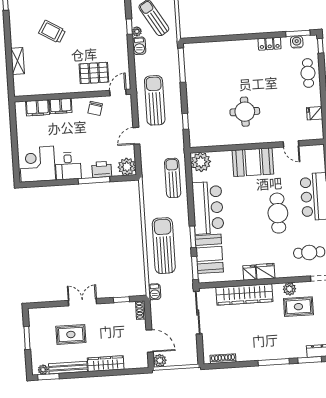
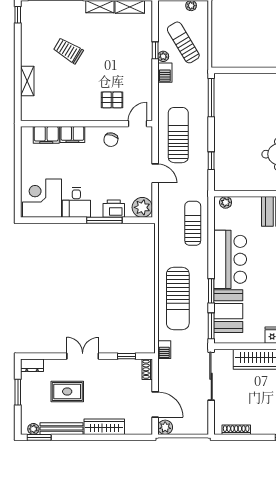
pallet: (94, 73) -> (112, 100), width x0.67, depth x0.71
door: (136, 136) -> (155, 173), swing flipped
plant: (201, 162) -> (226, 202), width x0.53, depth x0.53
sun lounger: (164, 246) -> (178, 298), turned 180
dresser: (38, 313) -> (32, 365), added

